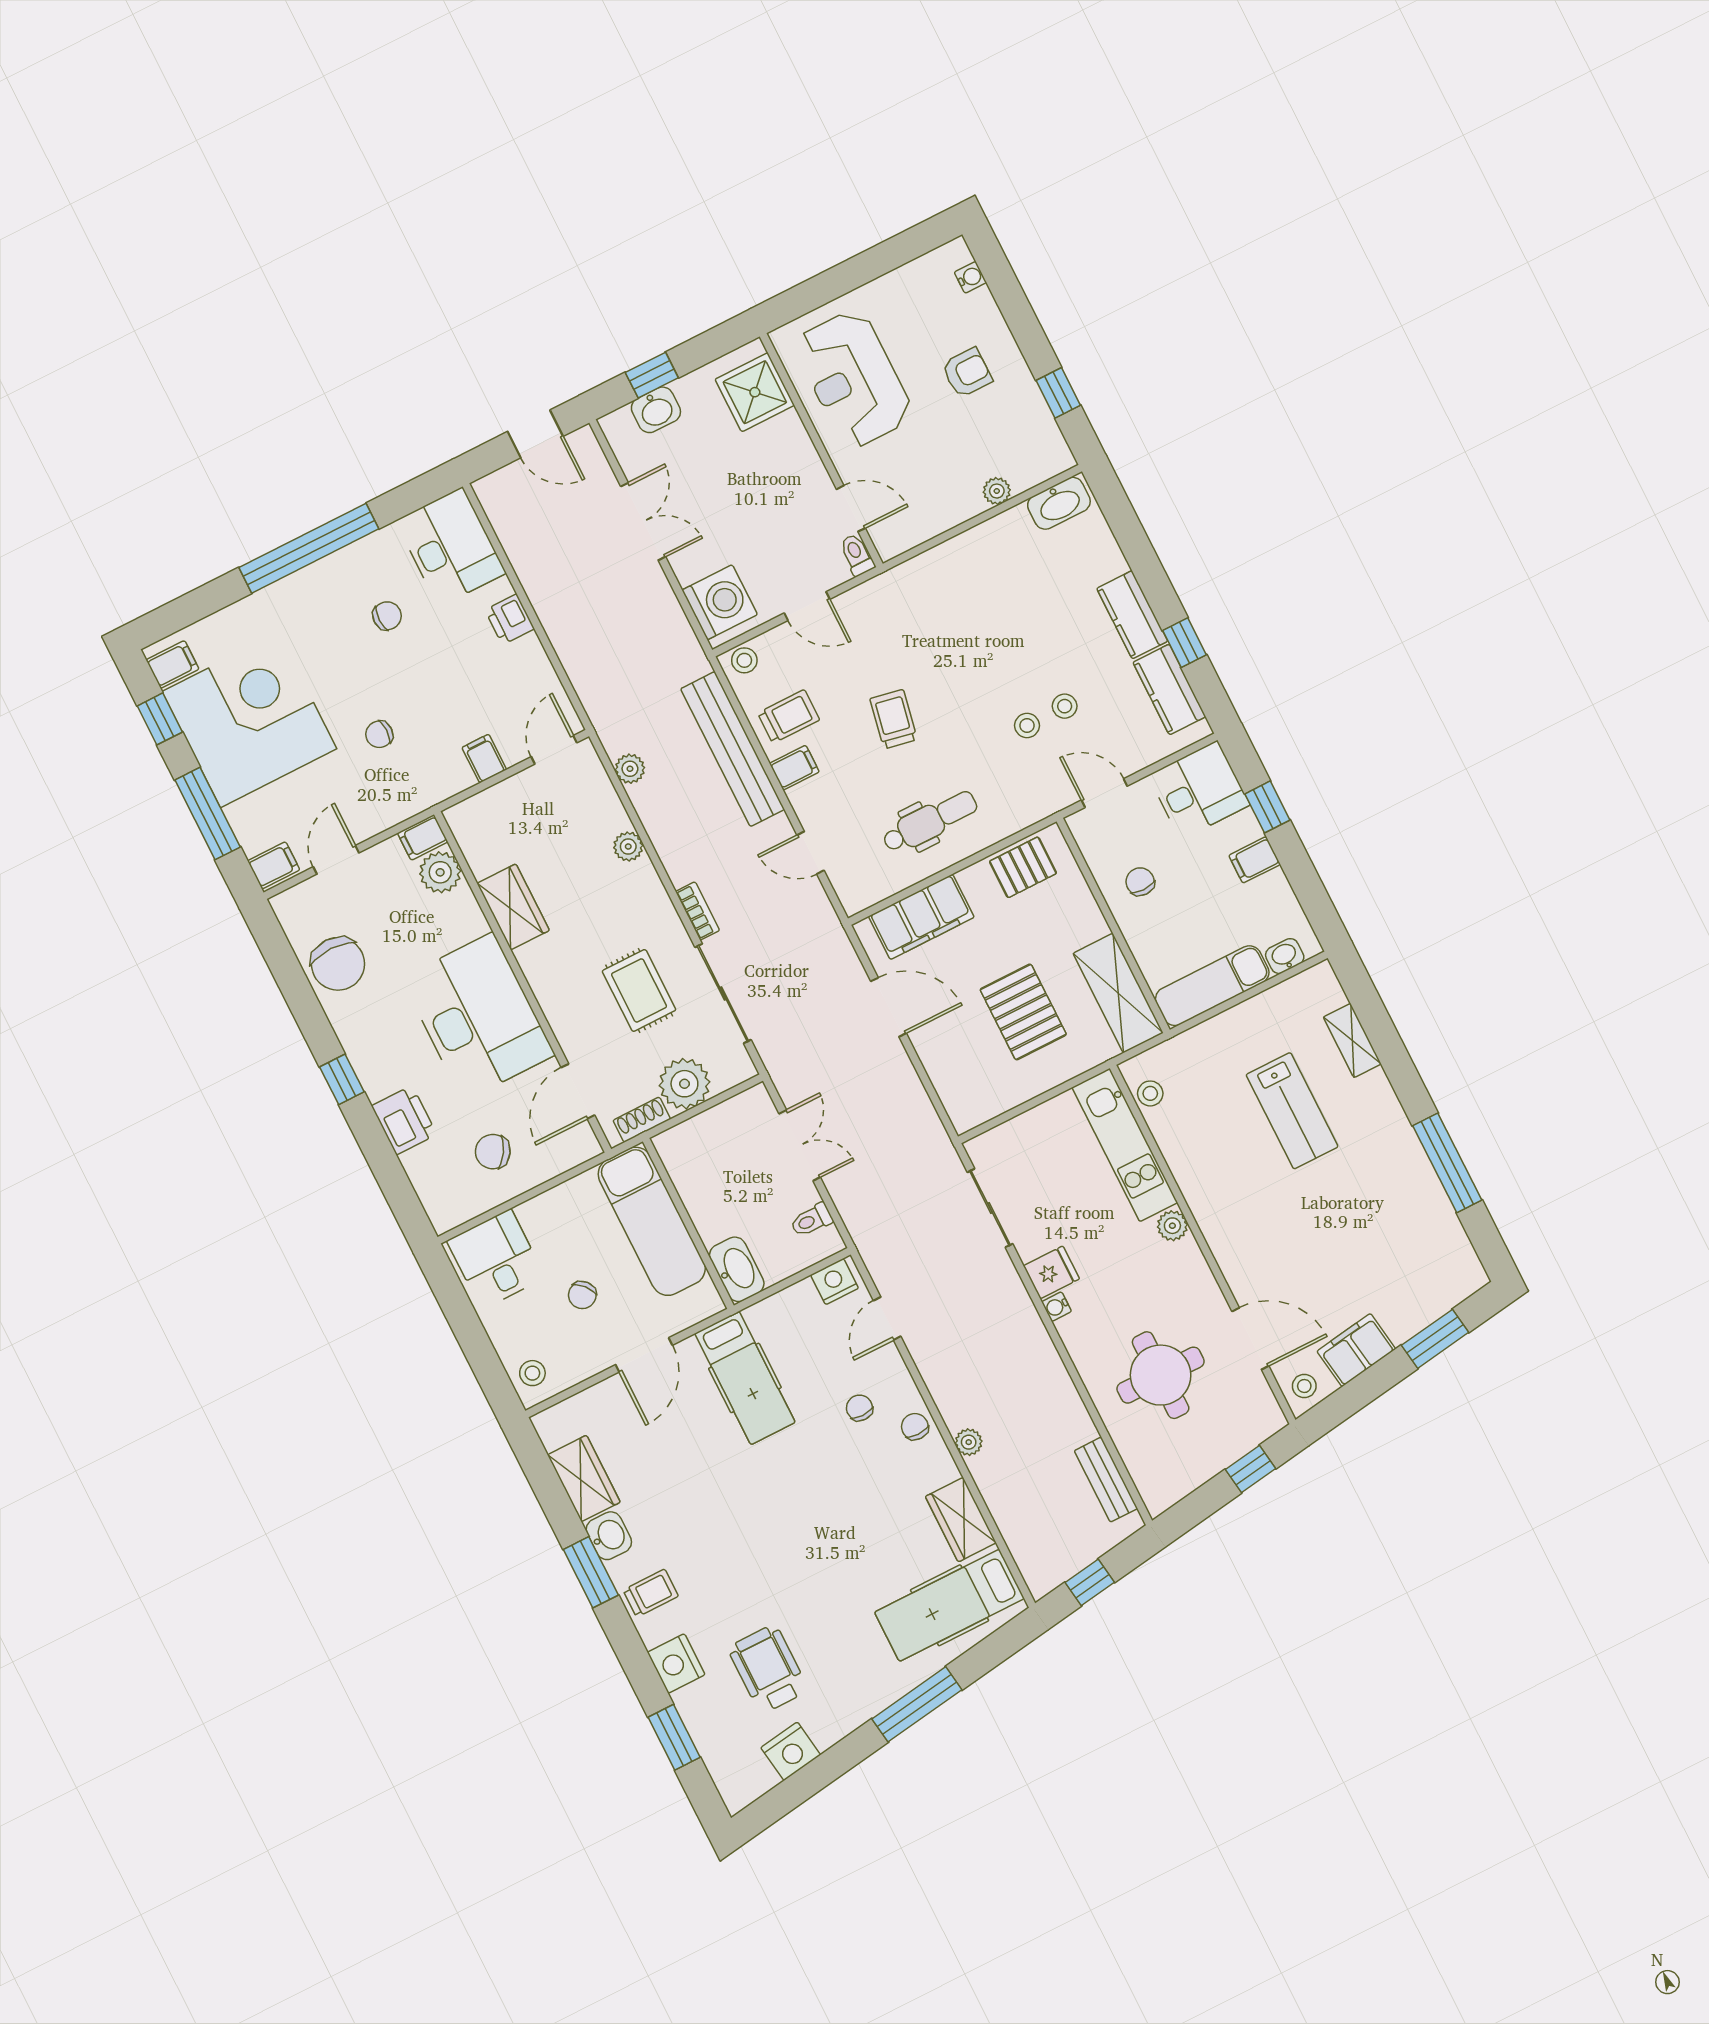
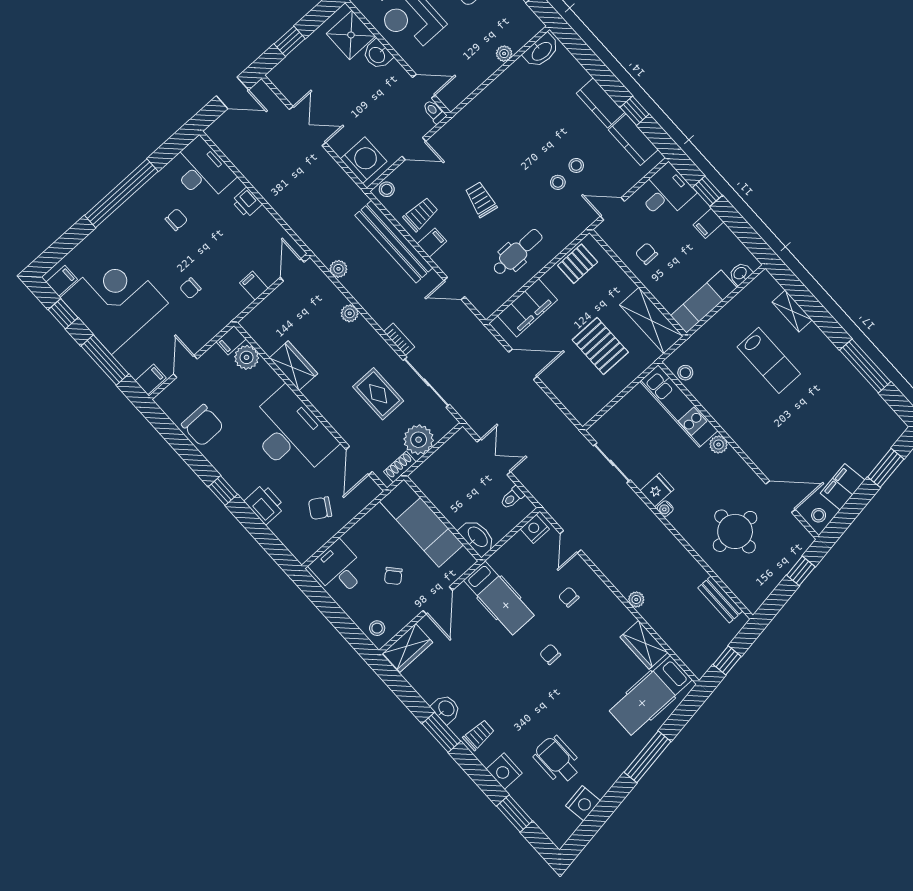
washbasin: (656, 410) -> (377, 55), moved, turned 90
chair: (915, 1427) -> (550, 654), moved
wardrobe: (584, 1478) -> (408, 648), moved, turned 90

